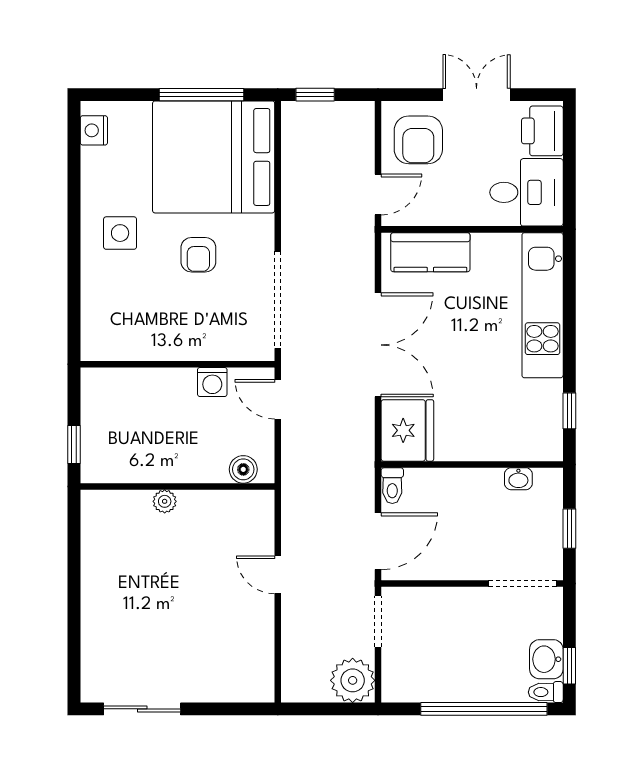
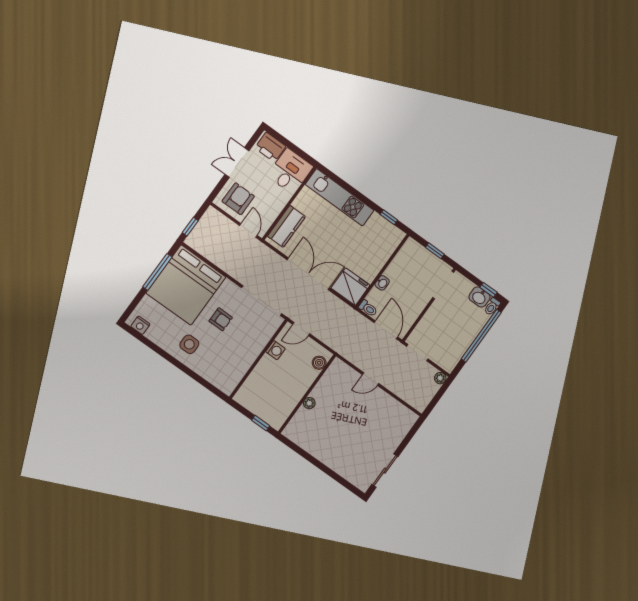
armchair: (418, 140) -> (238, 199), turned -90
washbasin: (518, 479) -> (382, 283), moved
plant: (353, 680) -> (440, 378), width x0.53, depth x0.53

